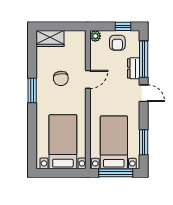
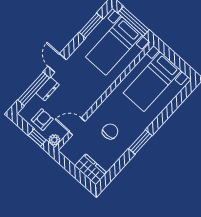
window: (123, 26) -> (37, 138), moved
door: (88, 79) -> (77, 127), moved

